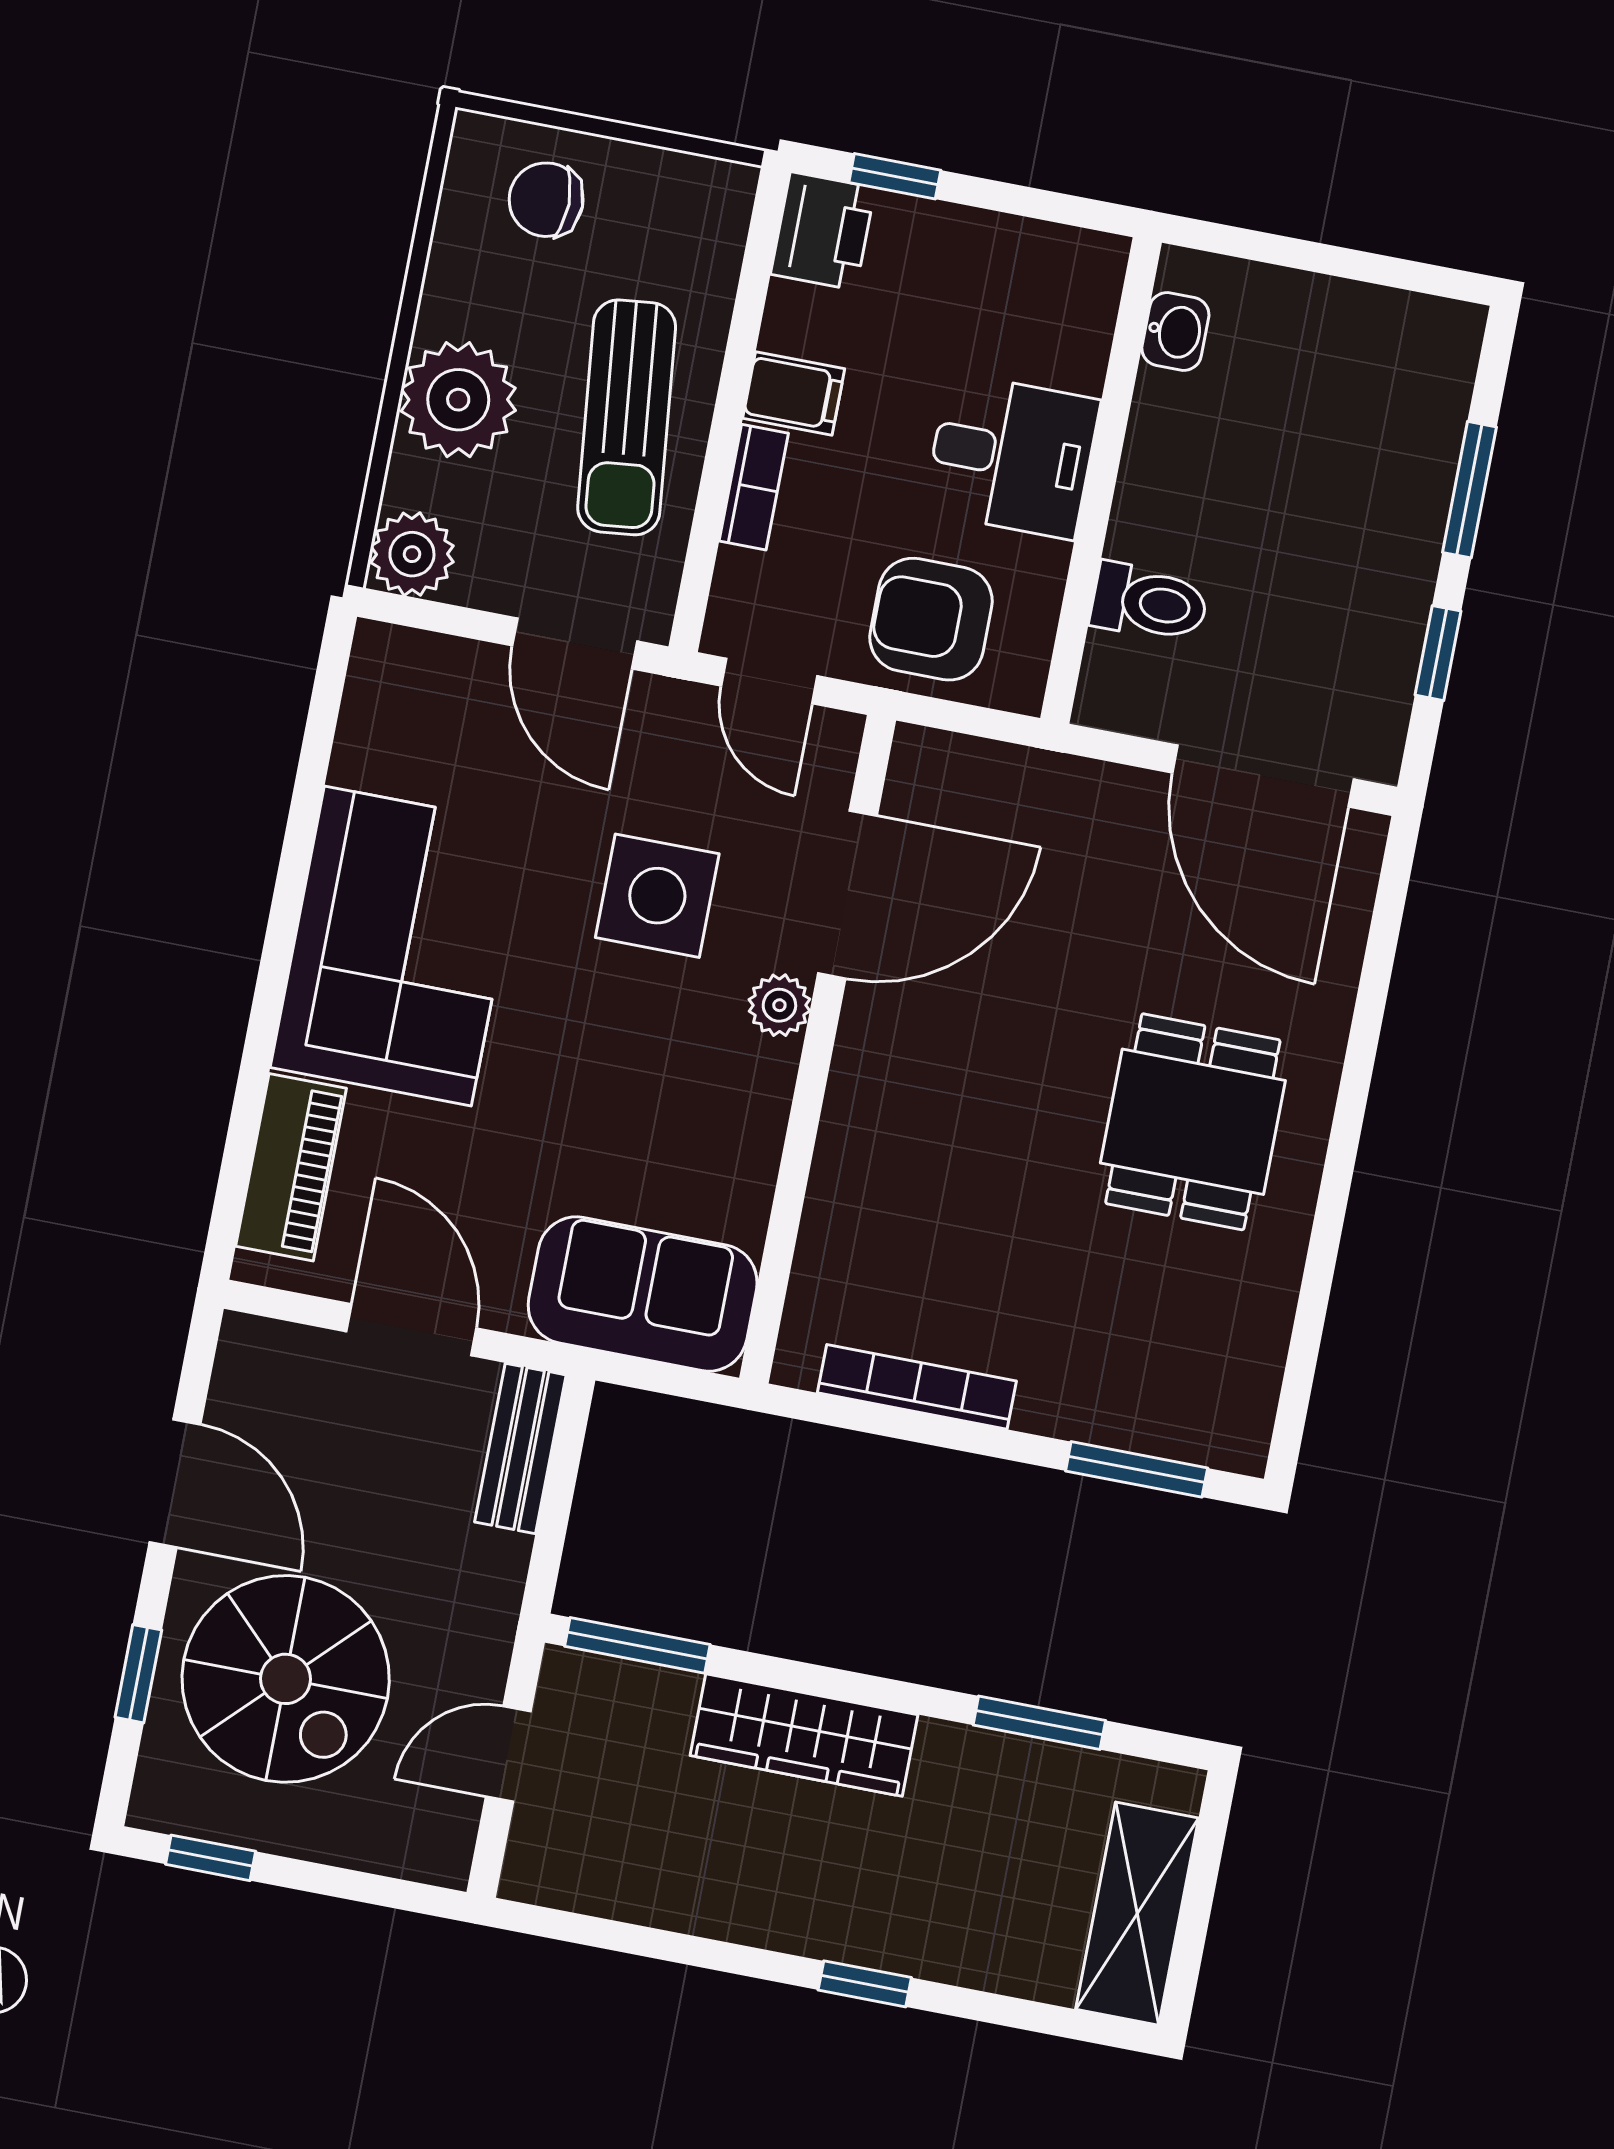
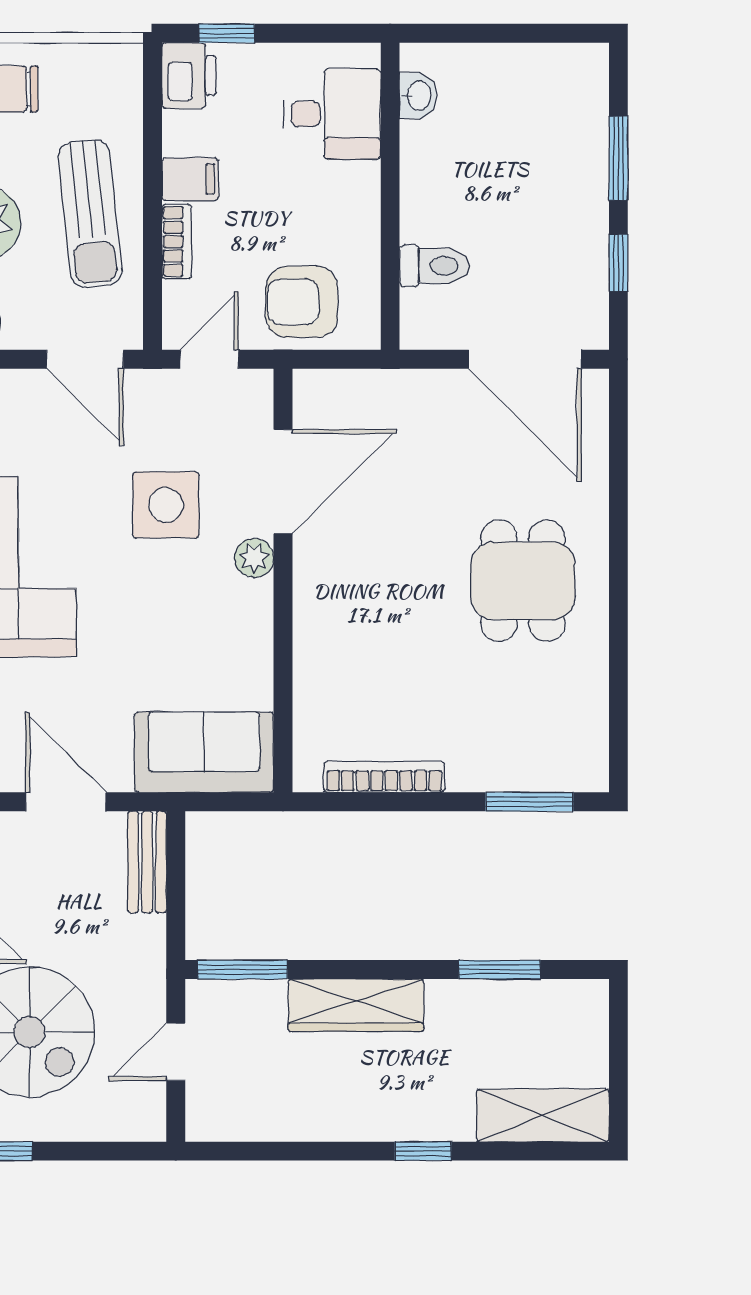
desk: (1012, 456) -> (332, 114), moved
door: (769, 681) -> (209, 359), swing flipped
shelving: (1137, 1914) -> (543, 1115), moved, turned 90

